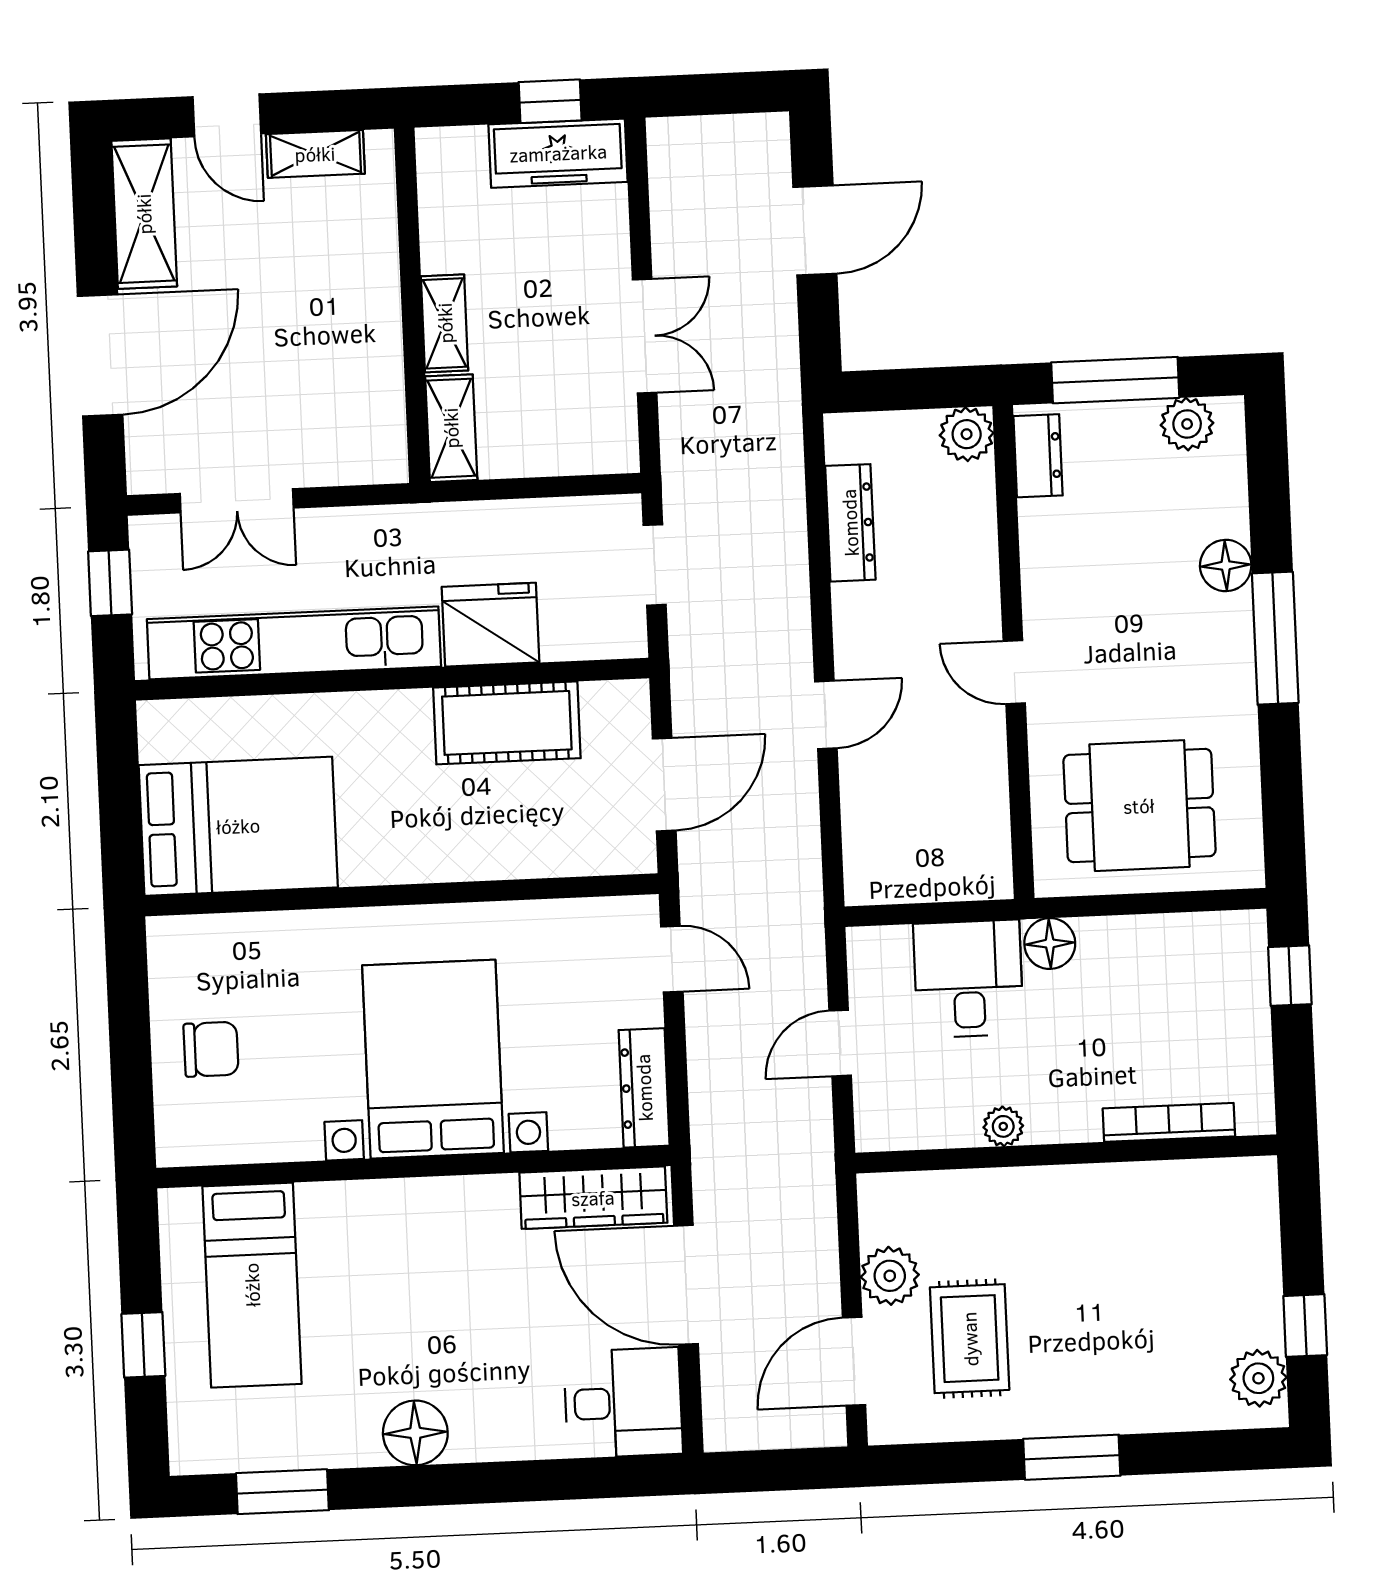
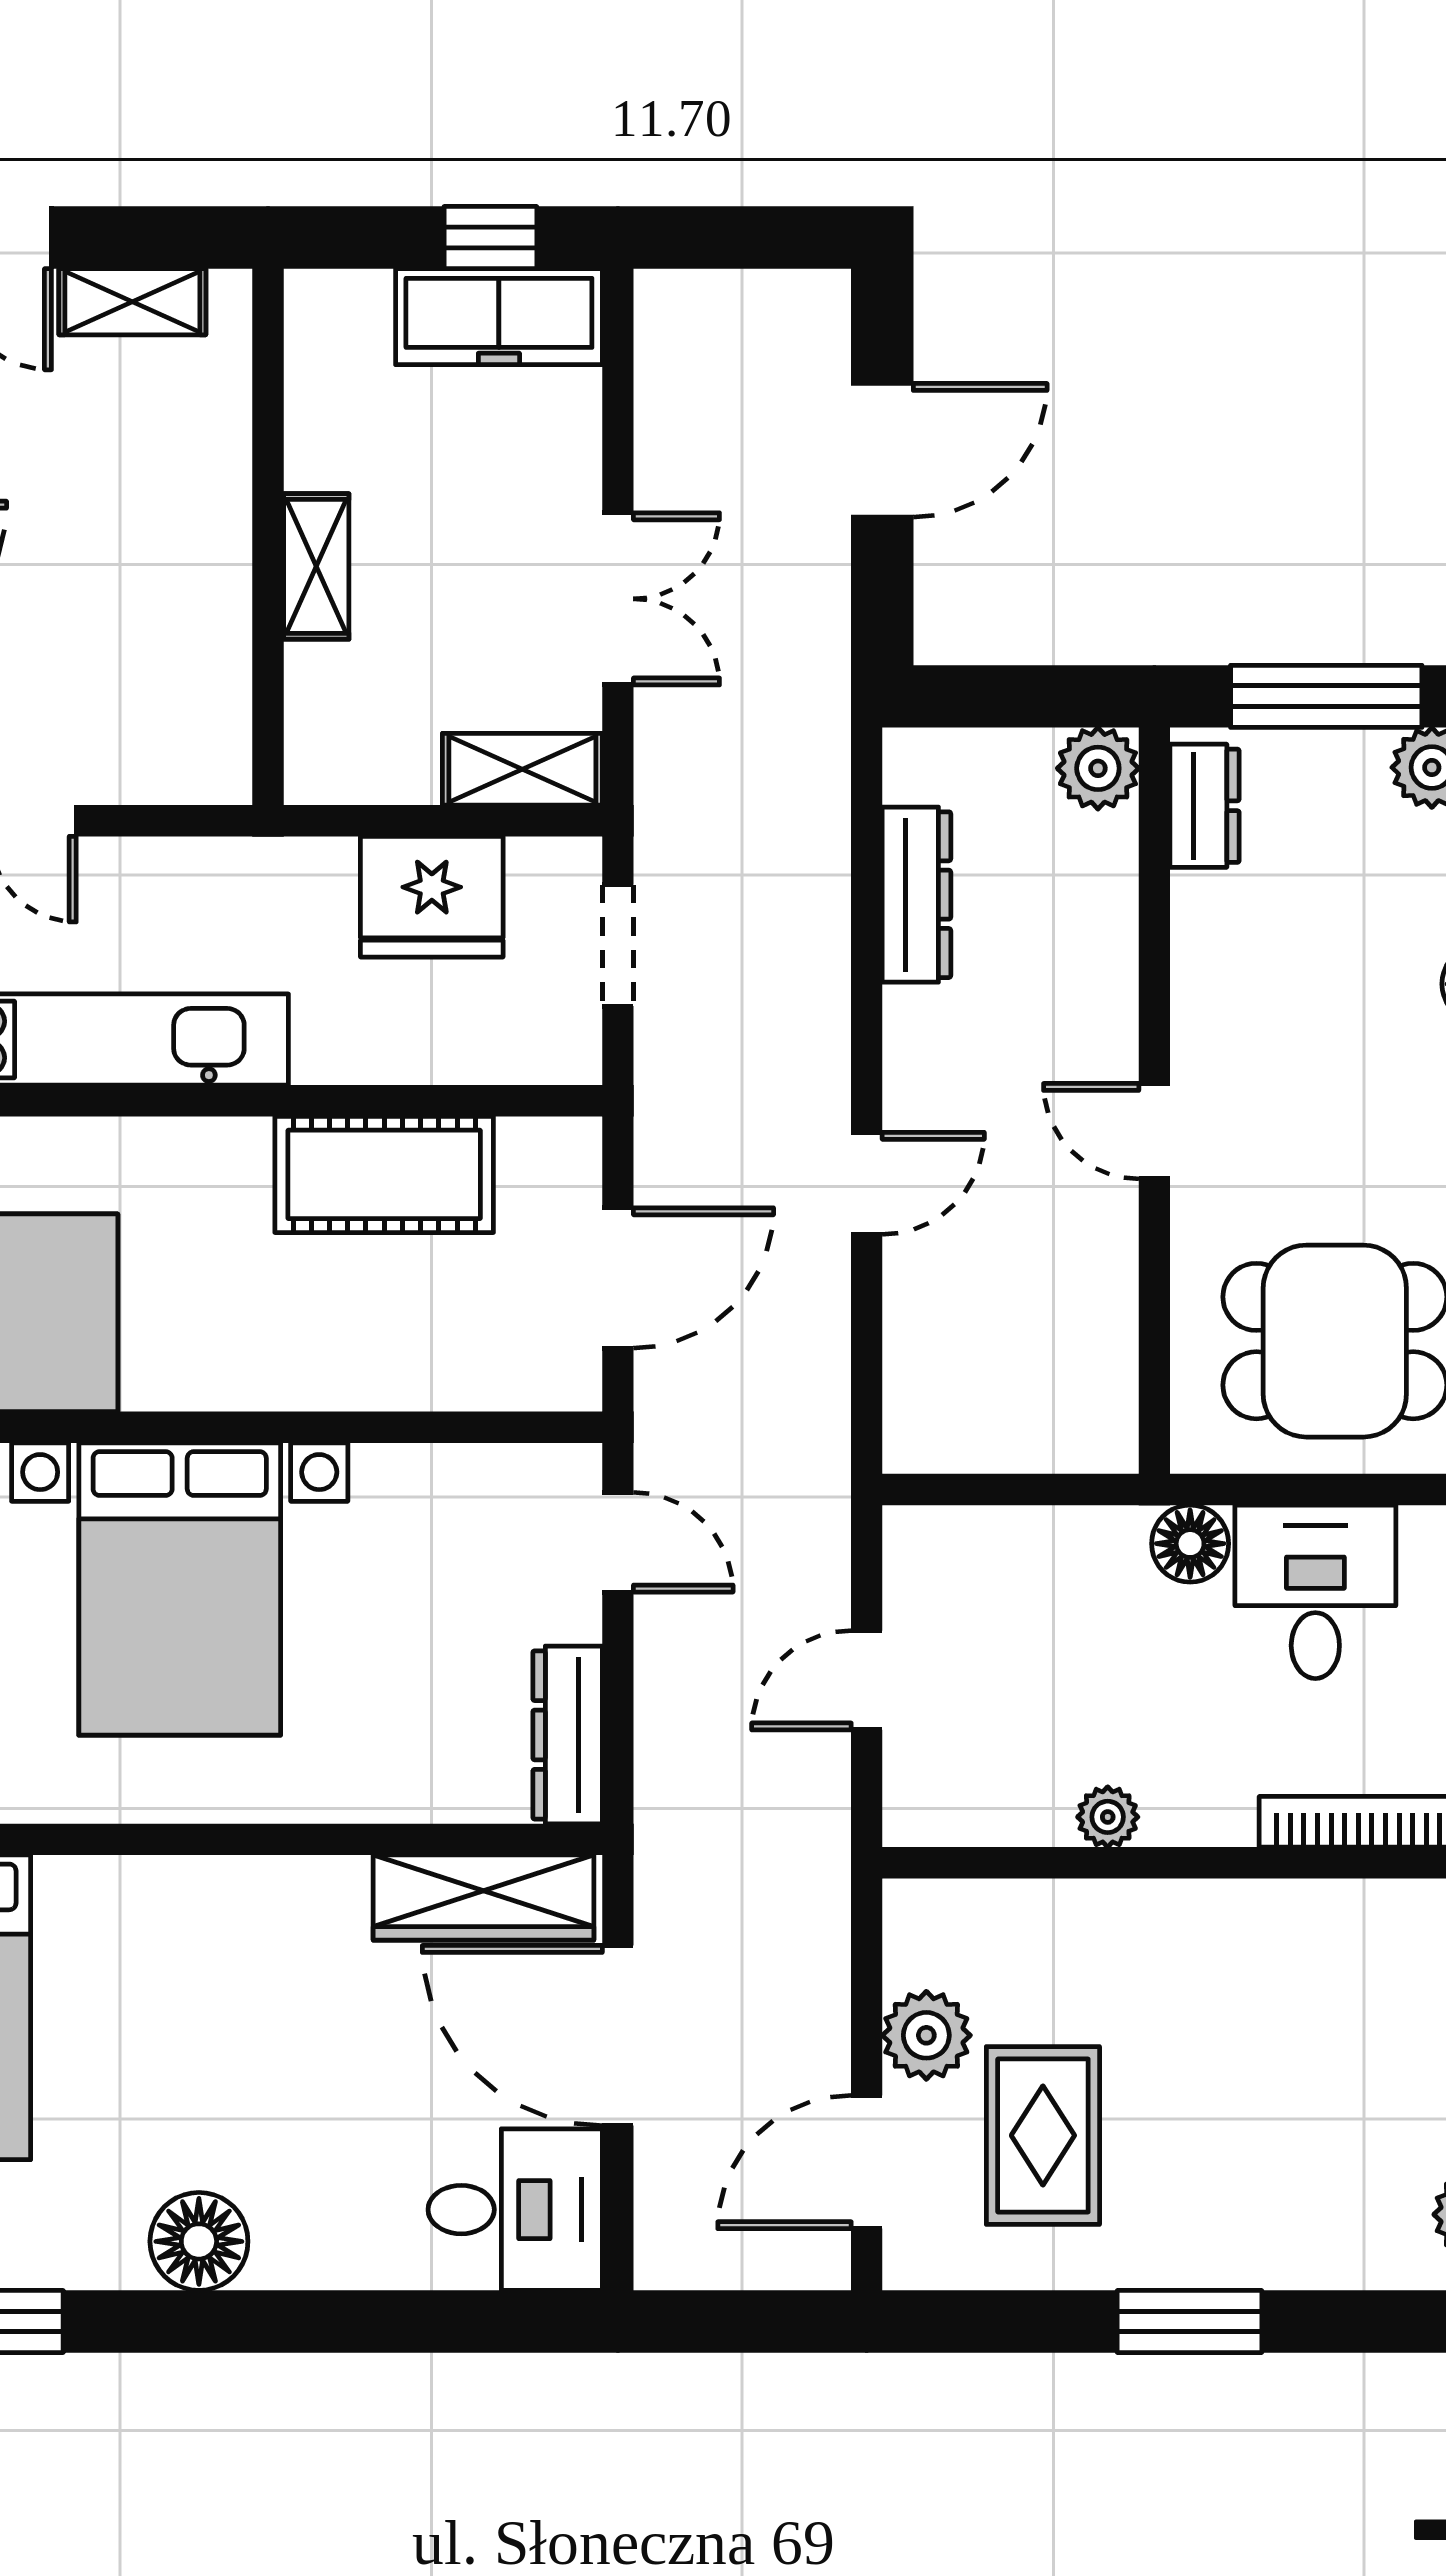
shelving: (451, 428) -> (522, 769), moved, turned 90
fridge: (491, 625) -> (432, 897), moved, turned 180
desk: (968, 979) -> (1315, 1592), moved
bed with nightstands: (433, 1059) -> (180, 1589), moved, turned 180

